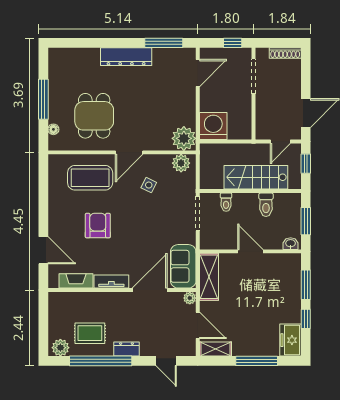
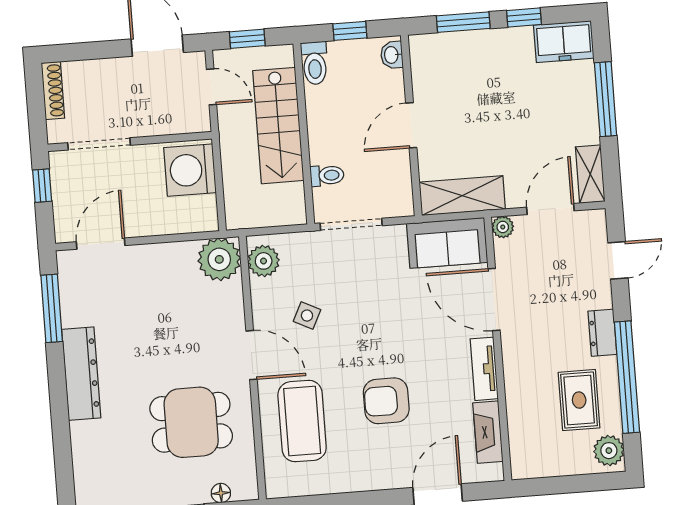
door: (198, 73) -> (101, 244), hinge flipped
washing machine: (213, 126) -> (190, 170), moved
toilet: (266, 205) -> (315, 63), moved, turned 90
window: (306, 221) -> (350, 31), width x0.67

